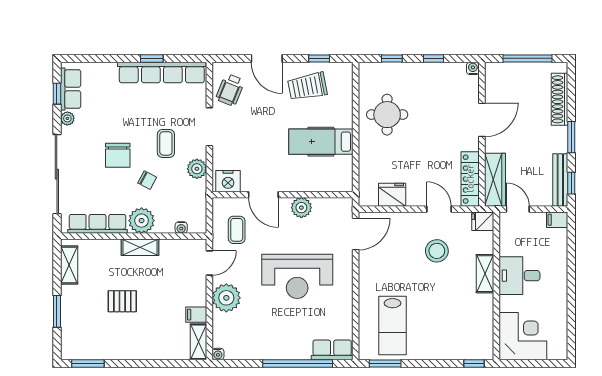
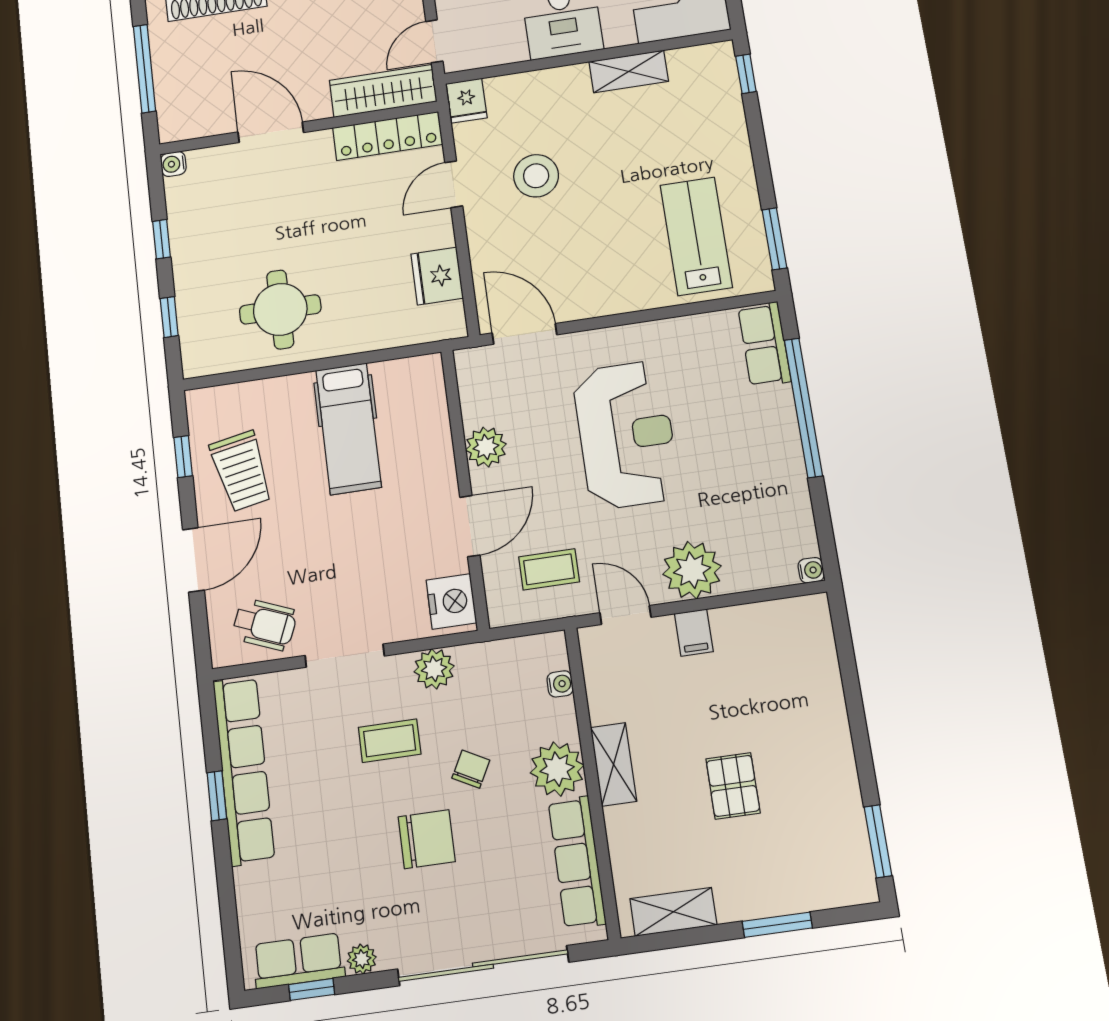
shelving: (485, 274) -> (629, 71), moved
filing cabinet: (196, 315) -> (694, 633), moved
lab bench: (393, 325) -> (696, 236), turned -90
shelving: (199, 342) -> (793, 614), removed

